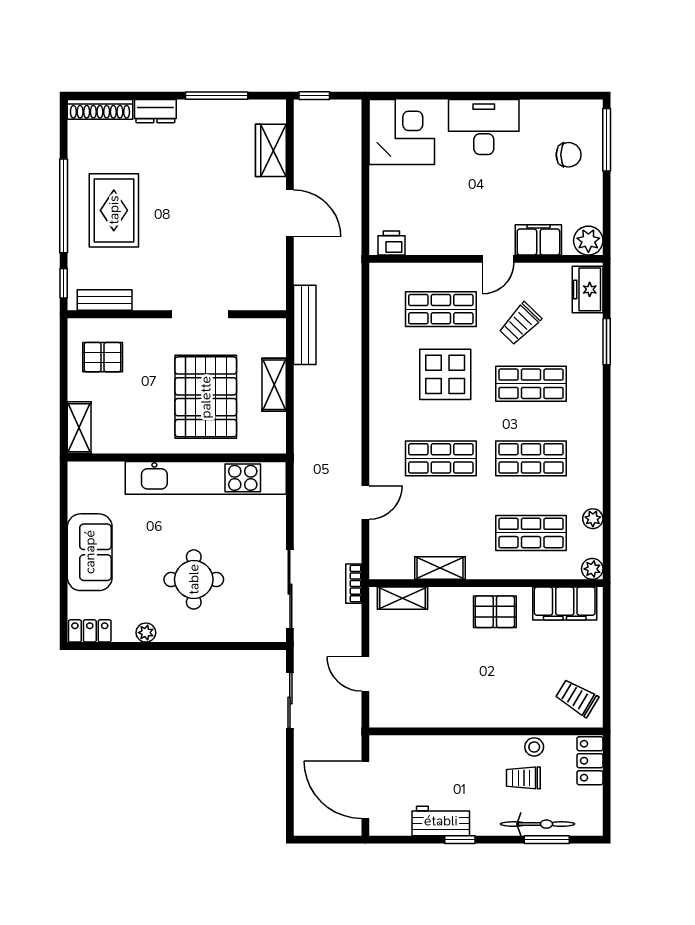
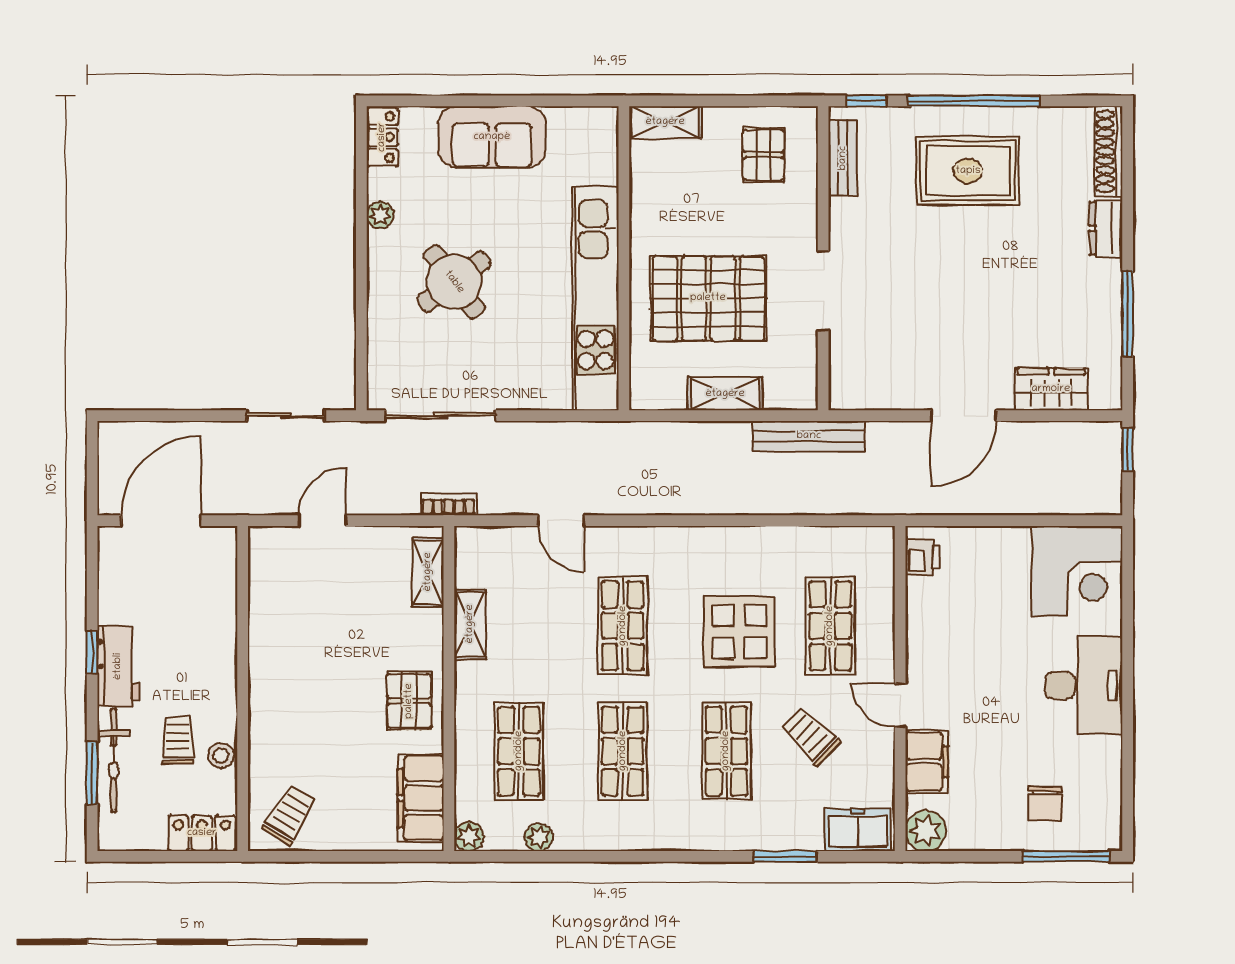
round table: (194, 579) -> (454, 282), turned -37
workbench: (441, 821) -> (118, 666), moved

